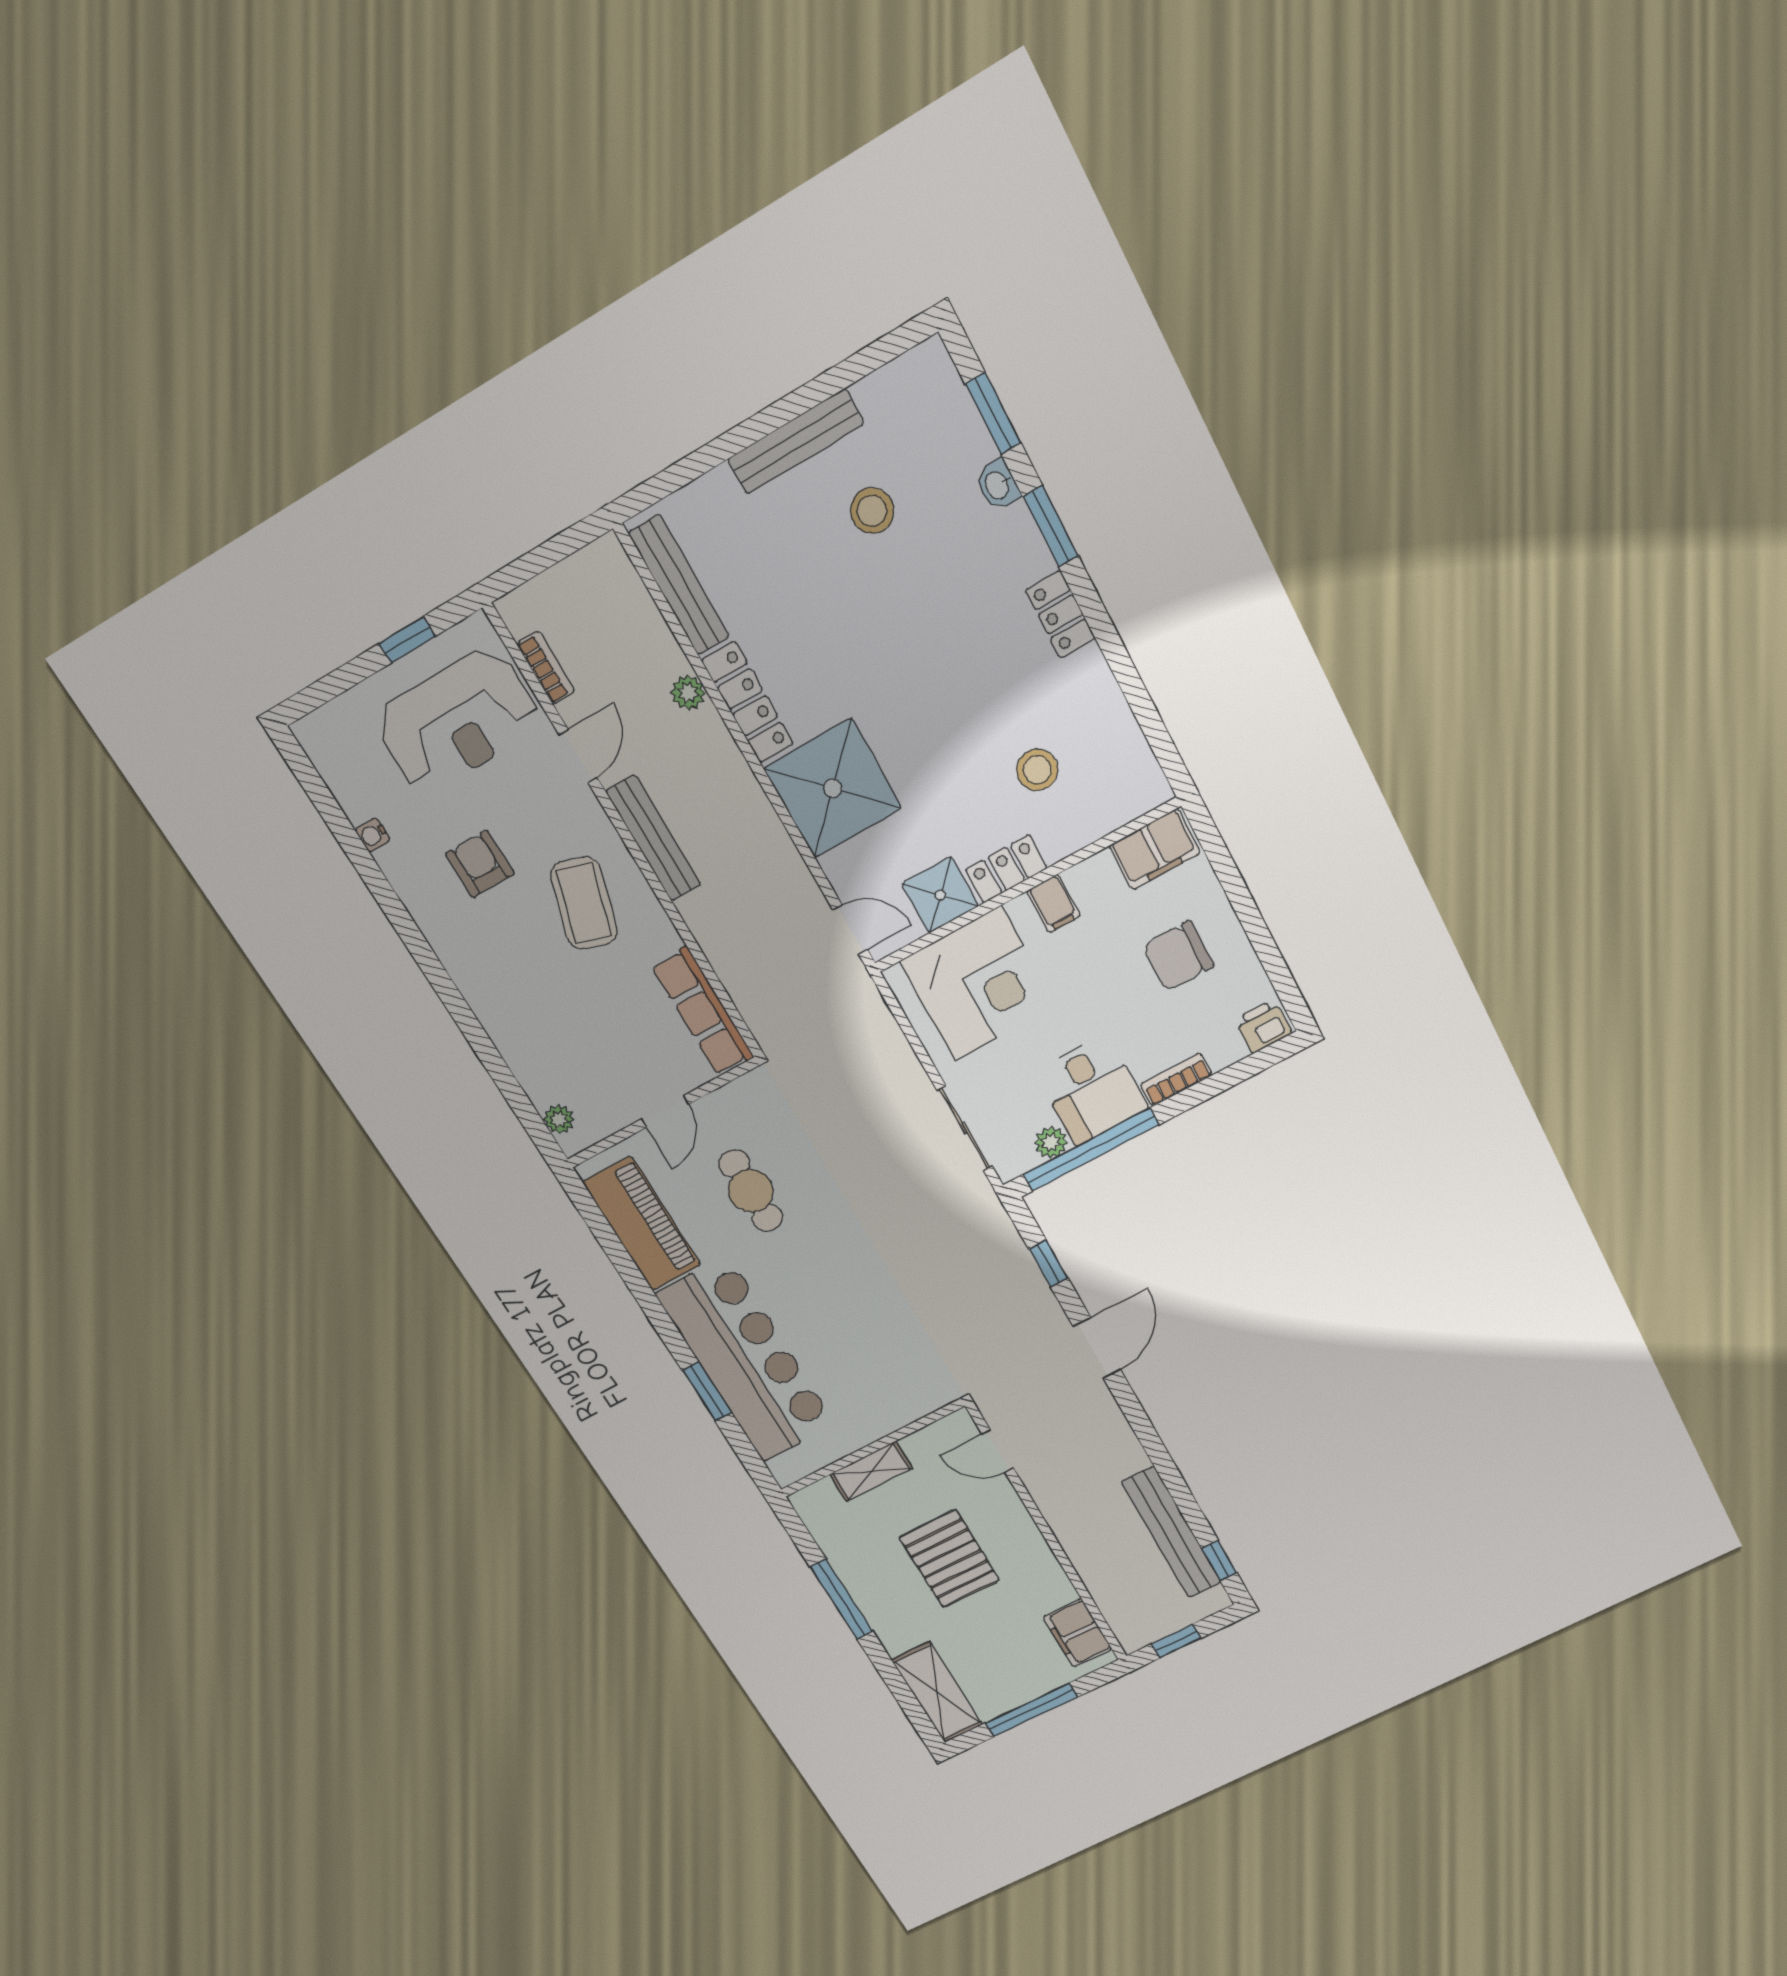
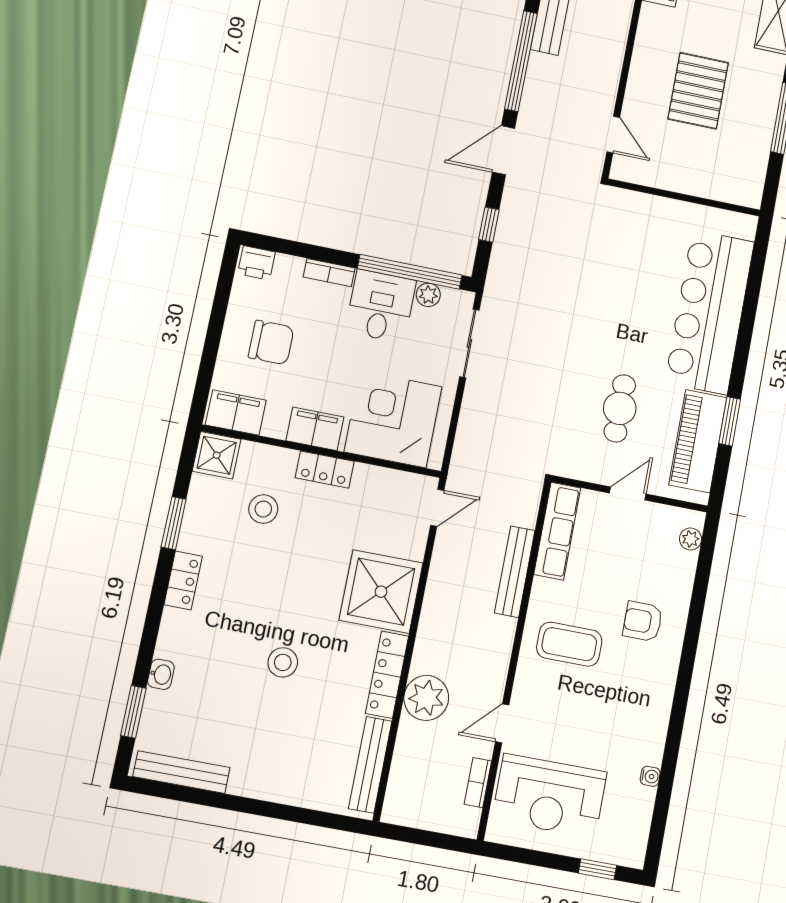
bench: (796, 442) -> (181, 772), moved
stool: (872, 511) -> (283, 662), moved
window: (1051, 526) -> (174, 523), moved
window: (407, 640) -> (597, 869), moved
plant: (688, 692) -> (426, 698), width x1.87, depth x1.87
reception desk: (458, 720) -> (549, 796), turned 180
bench: (653, 838) -> (515, 572), moved
armchair: (480, 864) -> (643, 621), moved, turned 90
shower: (940, 895) -> (217, 455), moved
coffee table: (584, 903) -> (569, 644), turned 73
filing cabinet: (1053, 904) -> (315, 429), width x2.00
door: (850, 930) -> (437, 508), swing flipped
window: (707, 1391) -> (730, 421), moved
window: (1154, 1447) -> (521, 61), added
shelving: (871, 1471) -> (697, 184), removed

